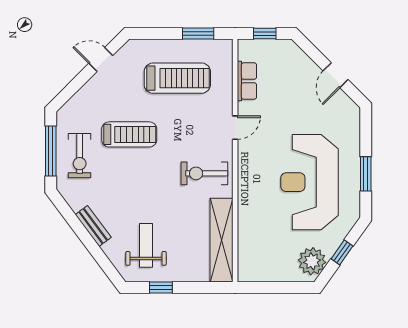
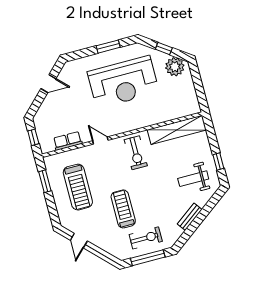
treadmill: (177, 78) -> (78, 187), turned 180

